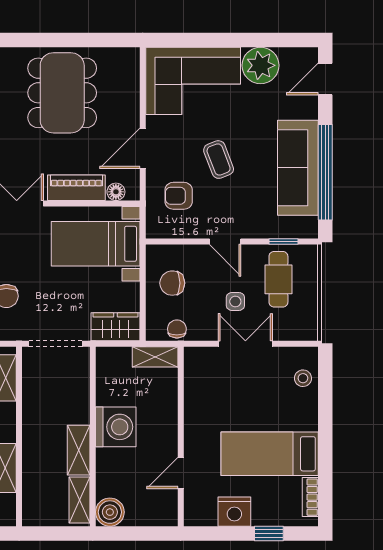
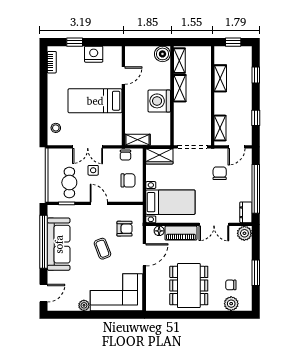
plant: (261, 65) -> (84, 305), width x0.53, depth x0.53
bed: (270, 454) -> (95, 101), moved, turned 180

